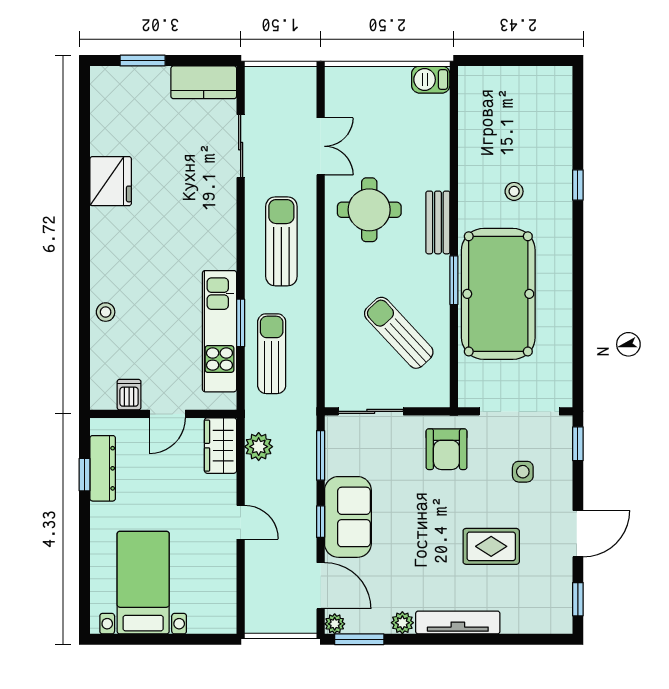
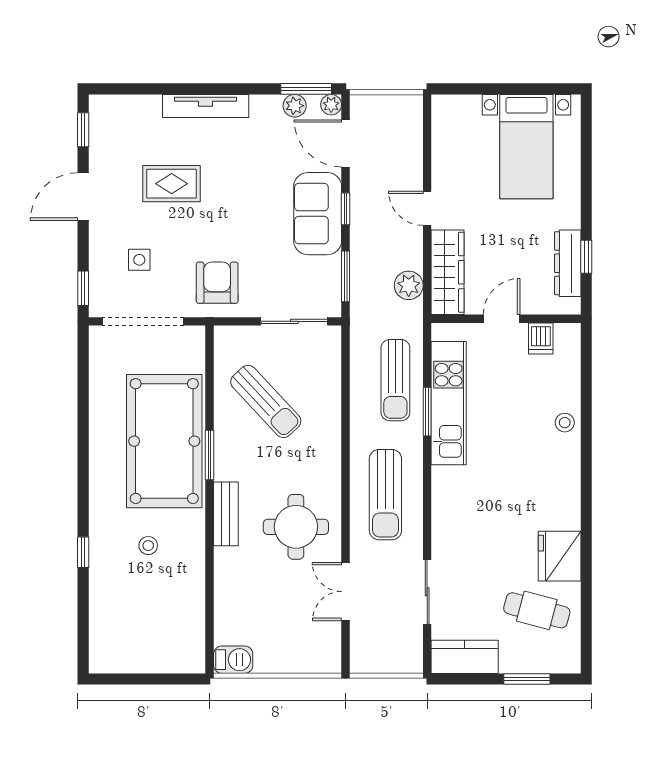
cafe table: (133, 128) -> (537, 610), added
wardrobe: (220, 446) -> (448, 272), width x1.50
plant: (402, 623) -> (295, 106), moved

